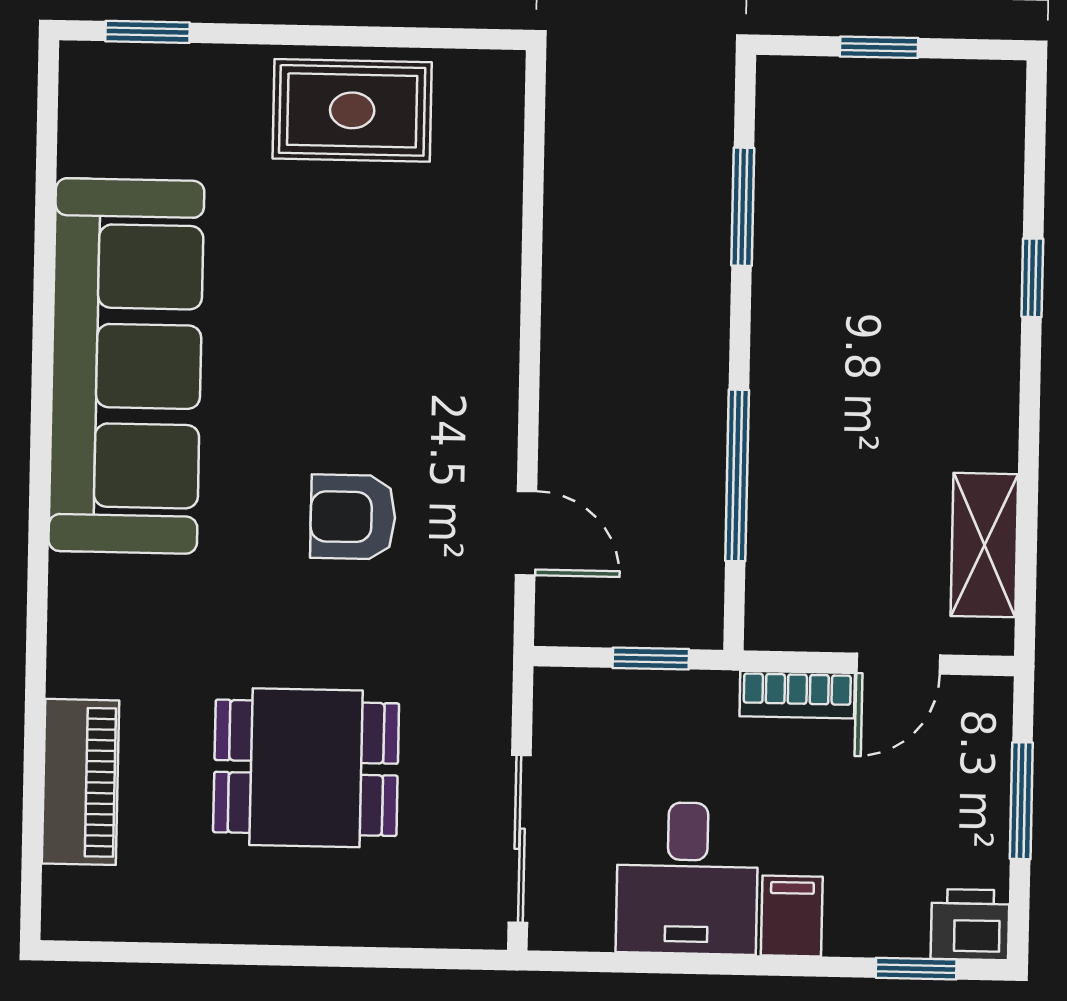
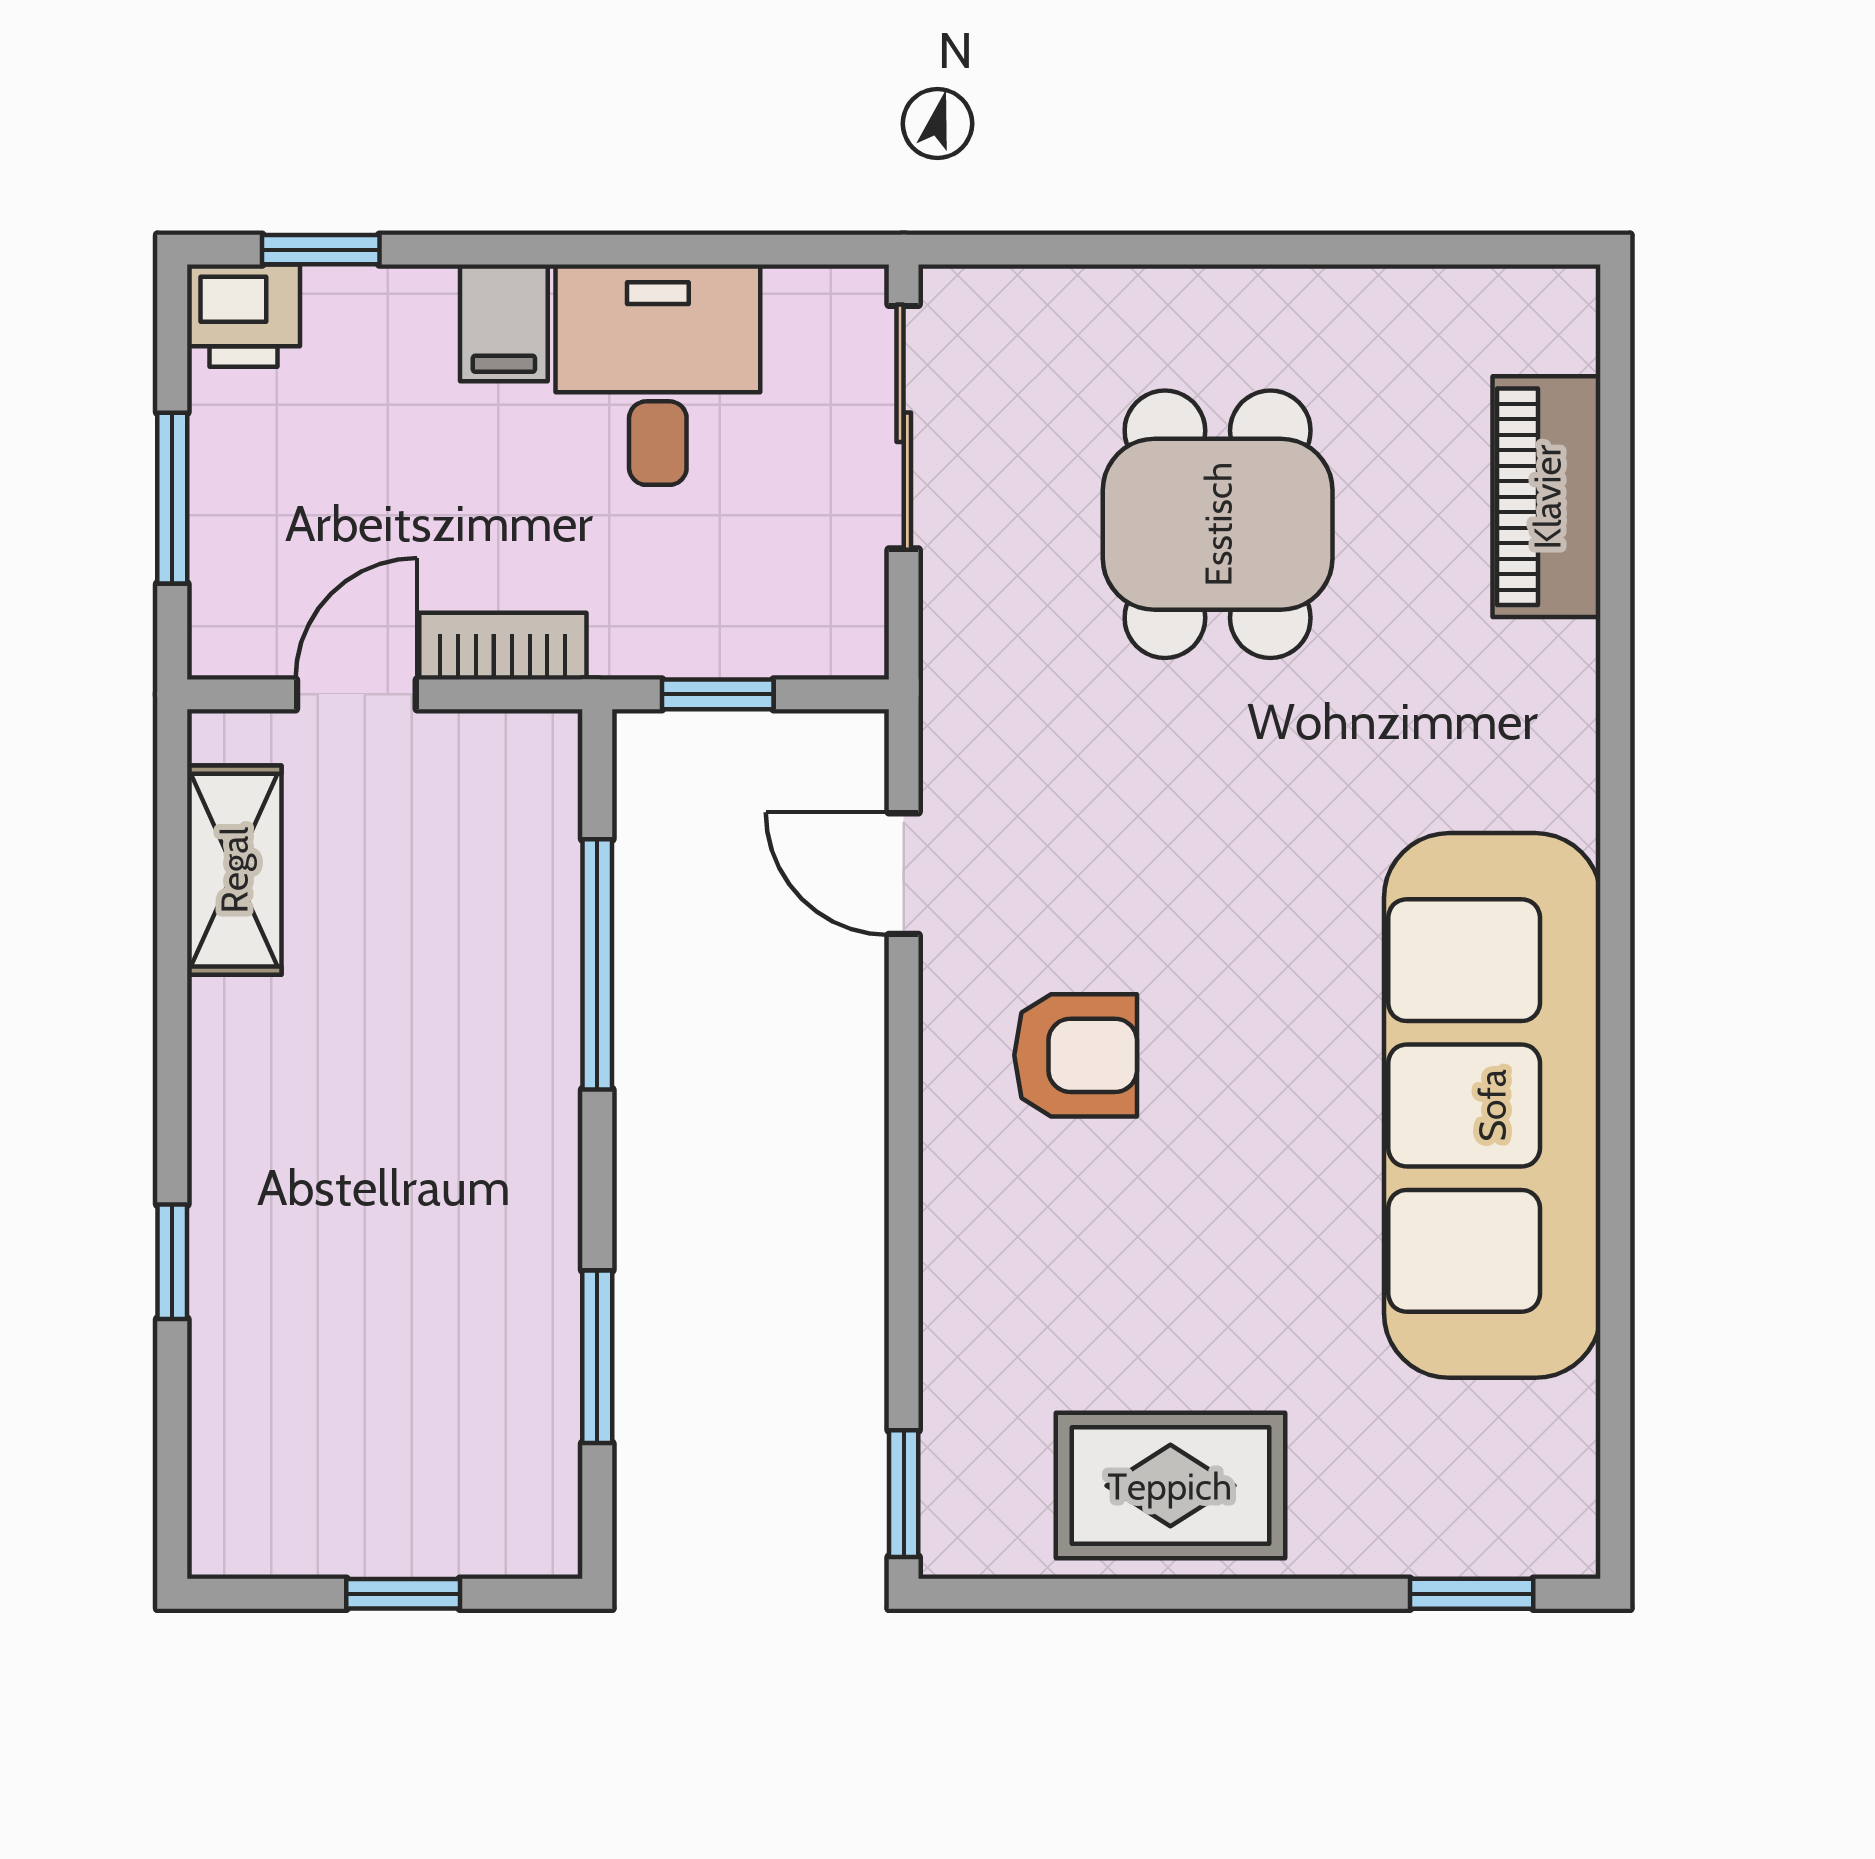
window: (535, 109) -> (904, 1494), added
armchair: (353, 517) -> (1076, 1055), moved
dining table: (306, 768) -> (1218, 524), turned 90

